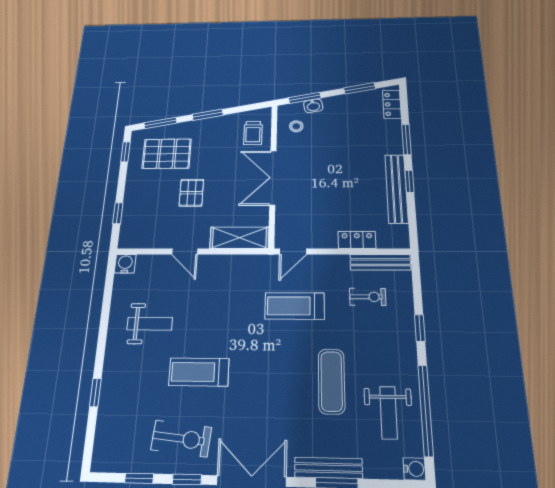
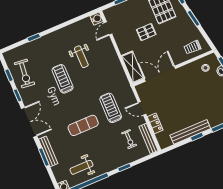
double door: (273, 178) -> (160, 74), moved
door: (185, 252) -> (108, 28), moved
door: (293, 252) -> (142, 108), moved
weight bench: (150, 324) -> (81, 57), moved
exercise mat: (332, 381) -> (83, 125), moved
exercise bike: (181, 439) -> (25, 74), moved

